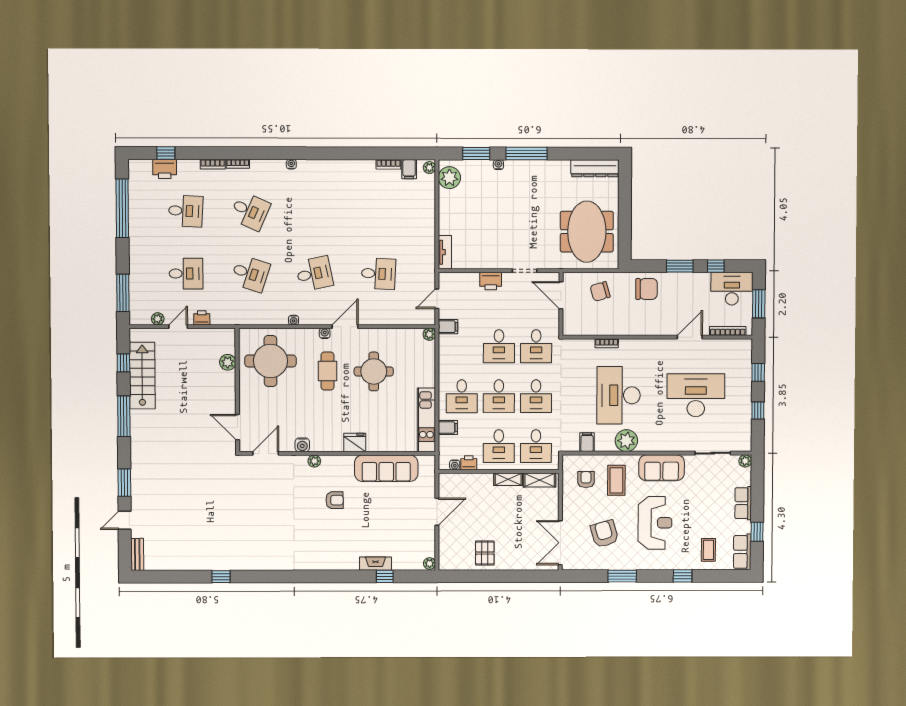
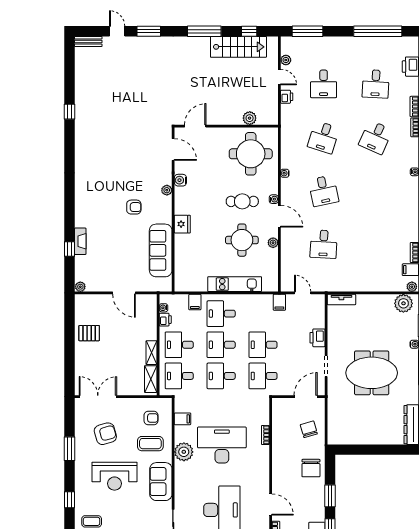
meeting table: (587, 232) -> (372, 373), moved
plant: (429, 334) -> (273, 243), moved
kitchen unit: (426, 420) -> (235, 284), moved
armchair: (335, 500) -> (134, 207), turned -90

